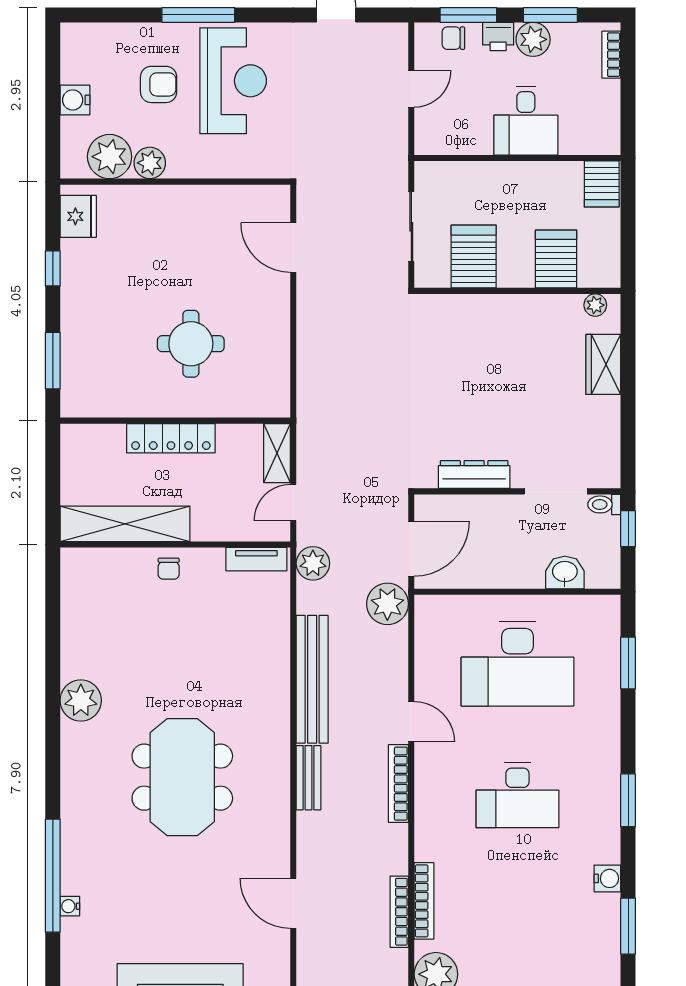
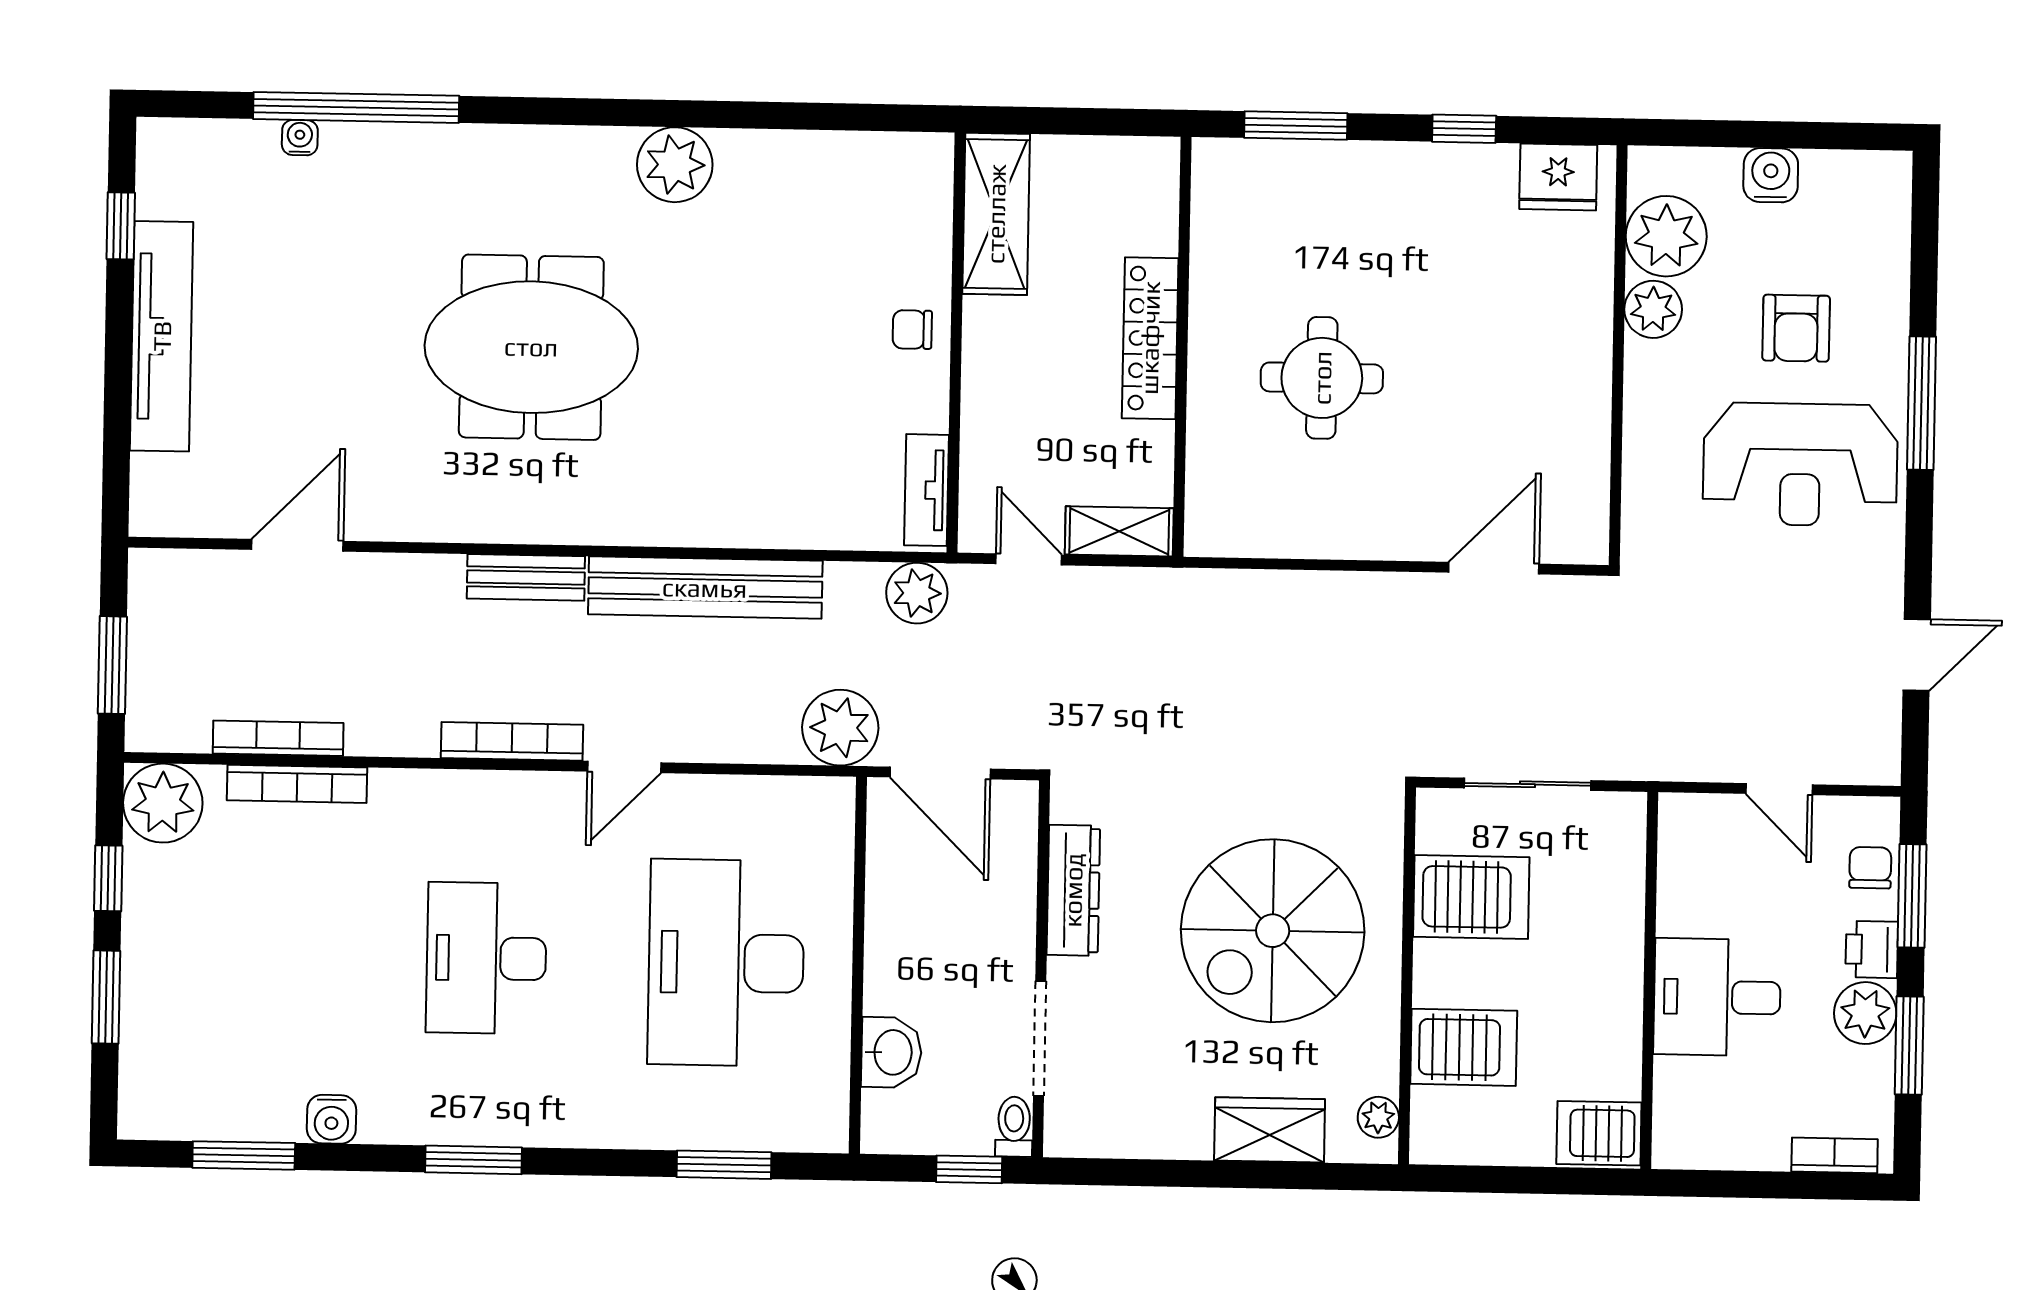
spiral stairs: (494, 365) -> (1273, 931), added
shelving: (125, 524) -> (996, 214), width x0.68

